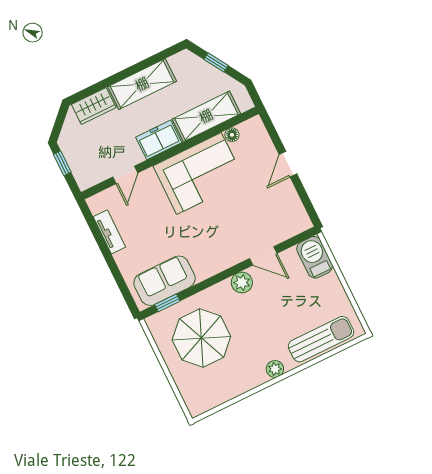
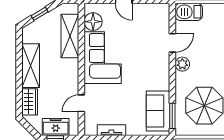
floor lamp: (232, 135) -> (93, 22), width x1.89, depth x1.89
freezer: (159, 140) -> (56, 127), moved, turned 90
door: (125, 175) -> (81, 103), swing flipped
window: (167, 303) -> (172, 116), width x1.50

